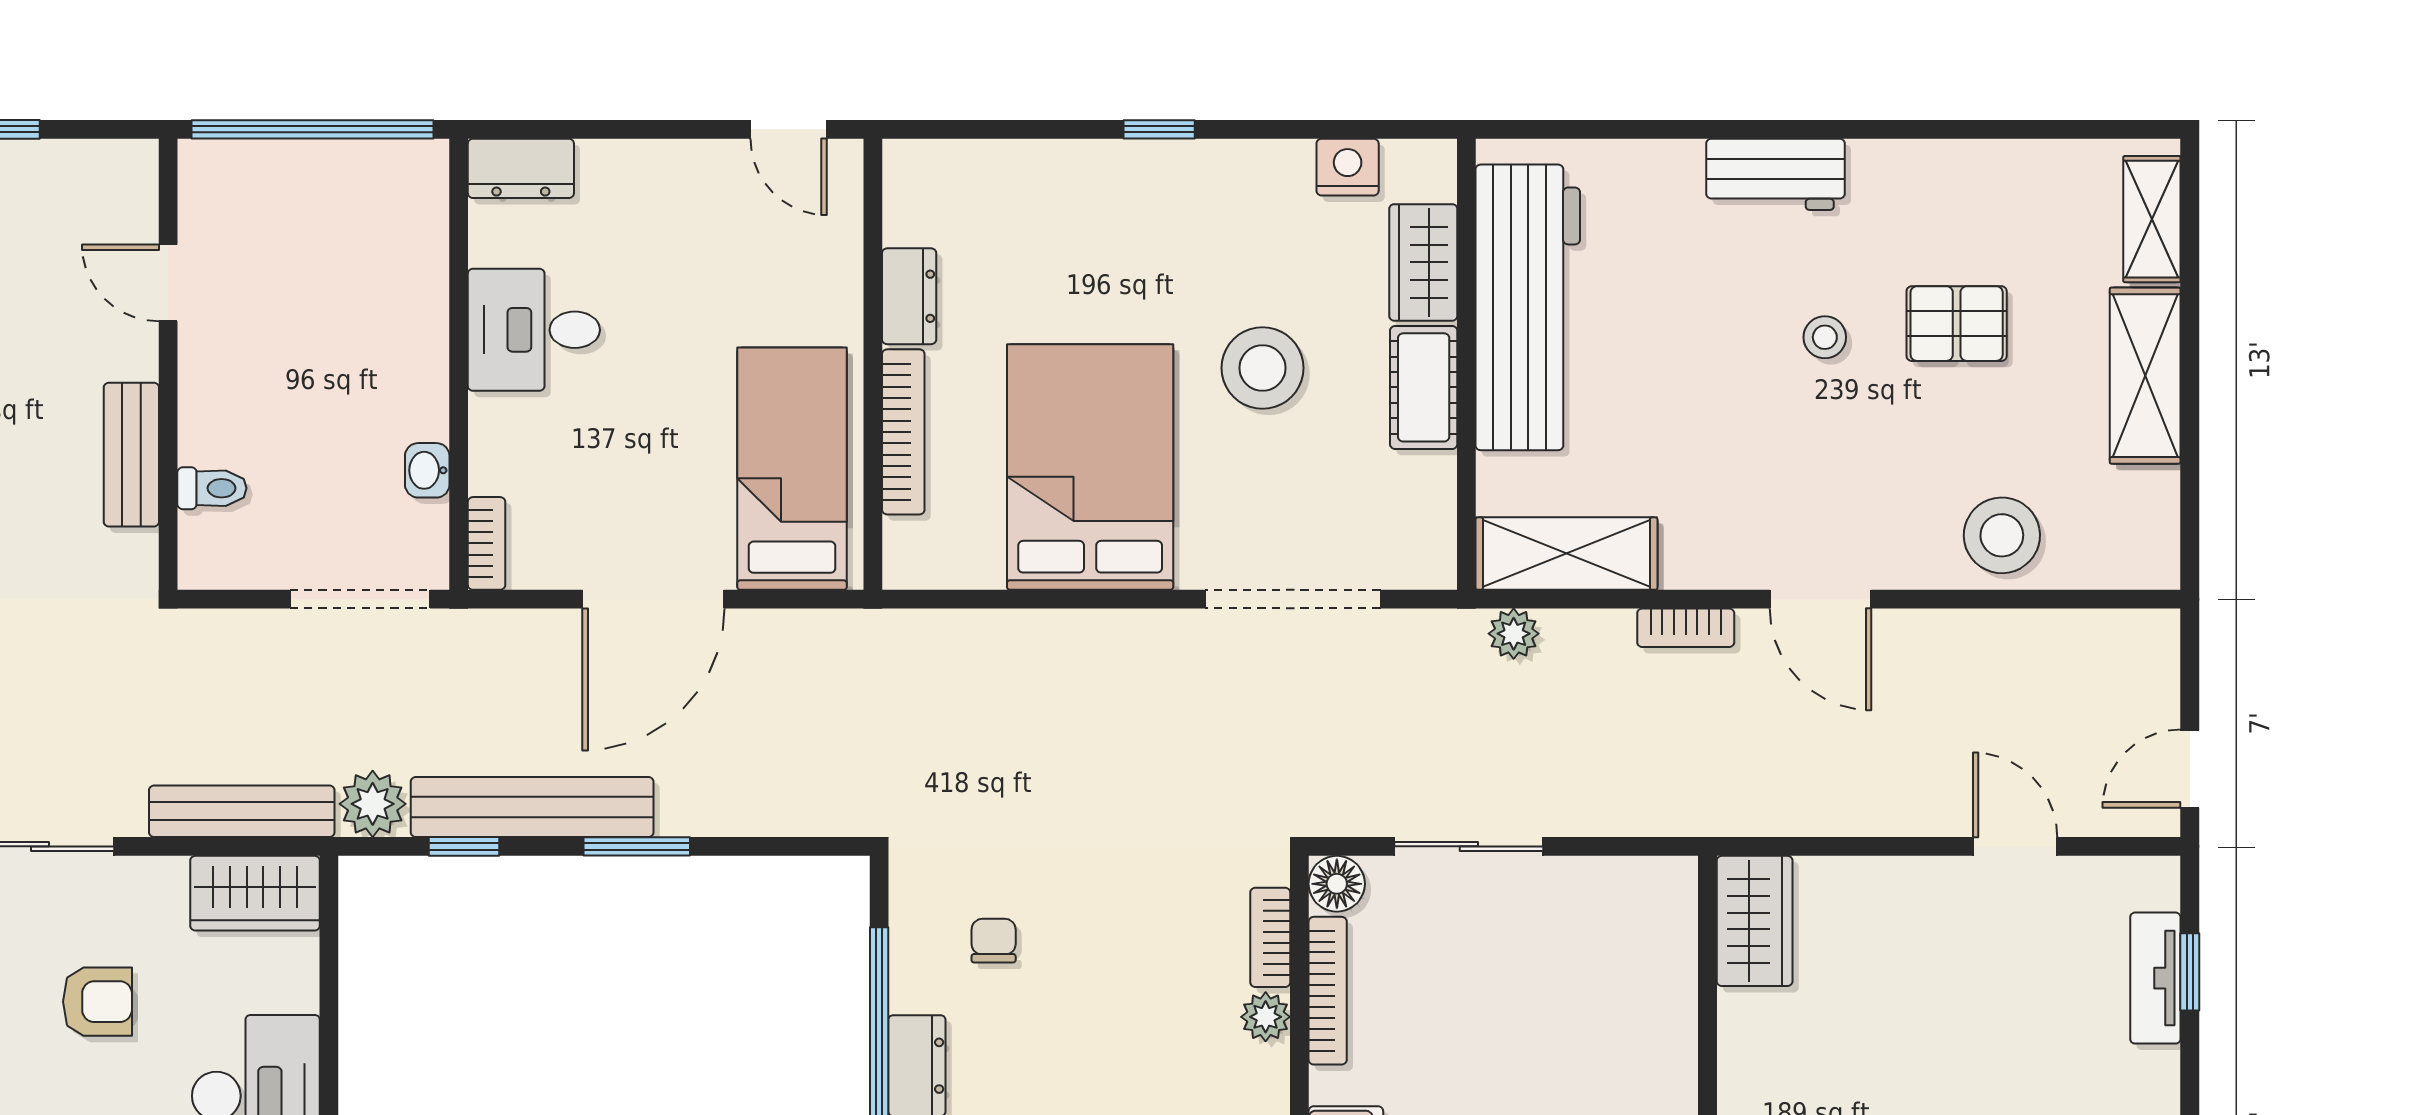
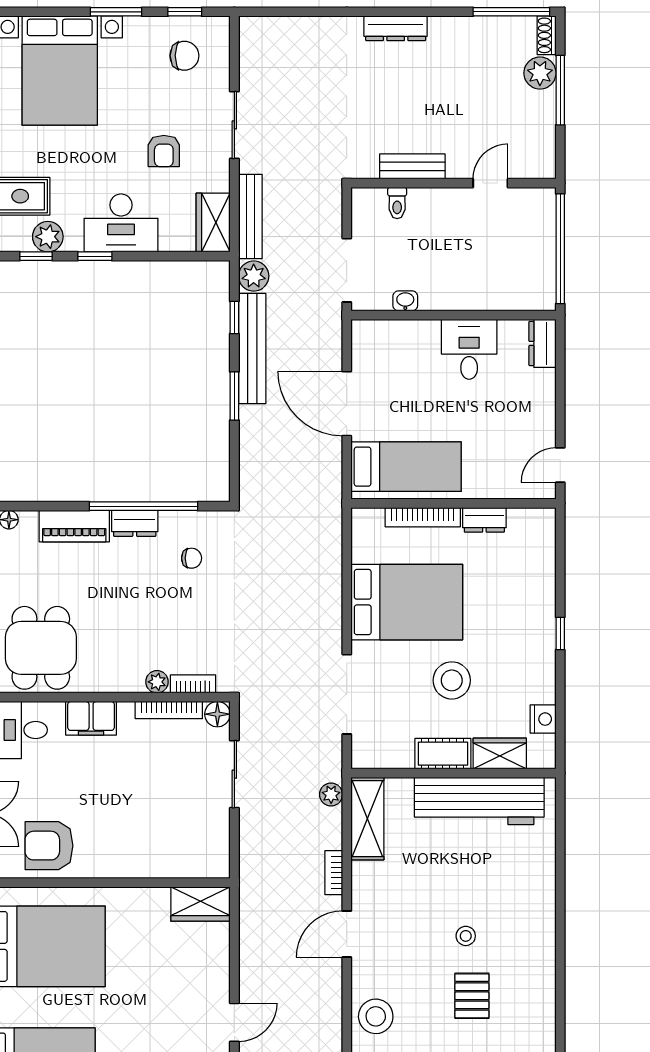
workbench: (1775, 174) -> (540, 914), removed
bookcase: (487, 543) -> (372, 328), removed

